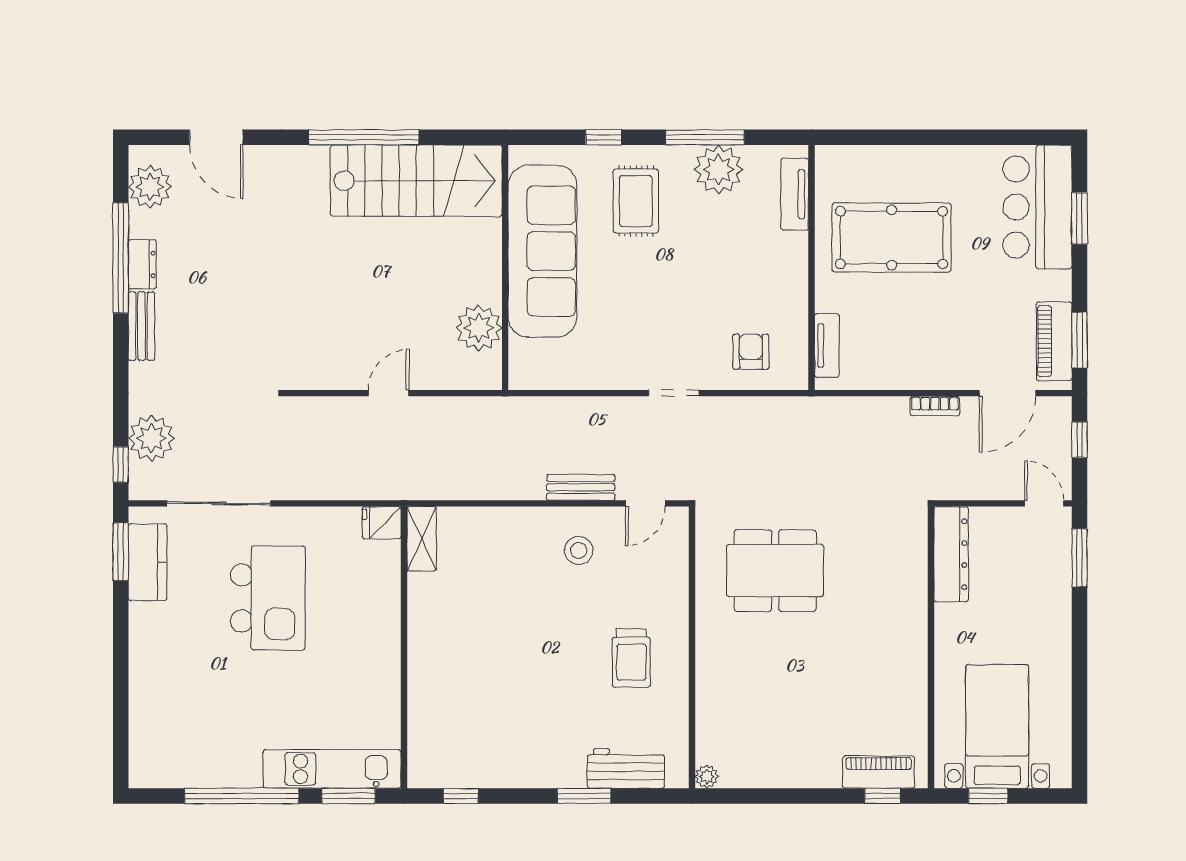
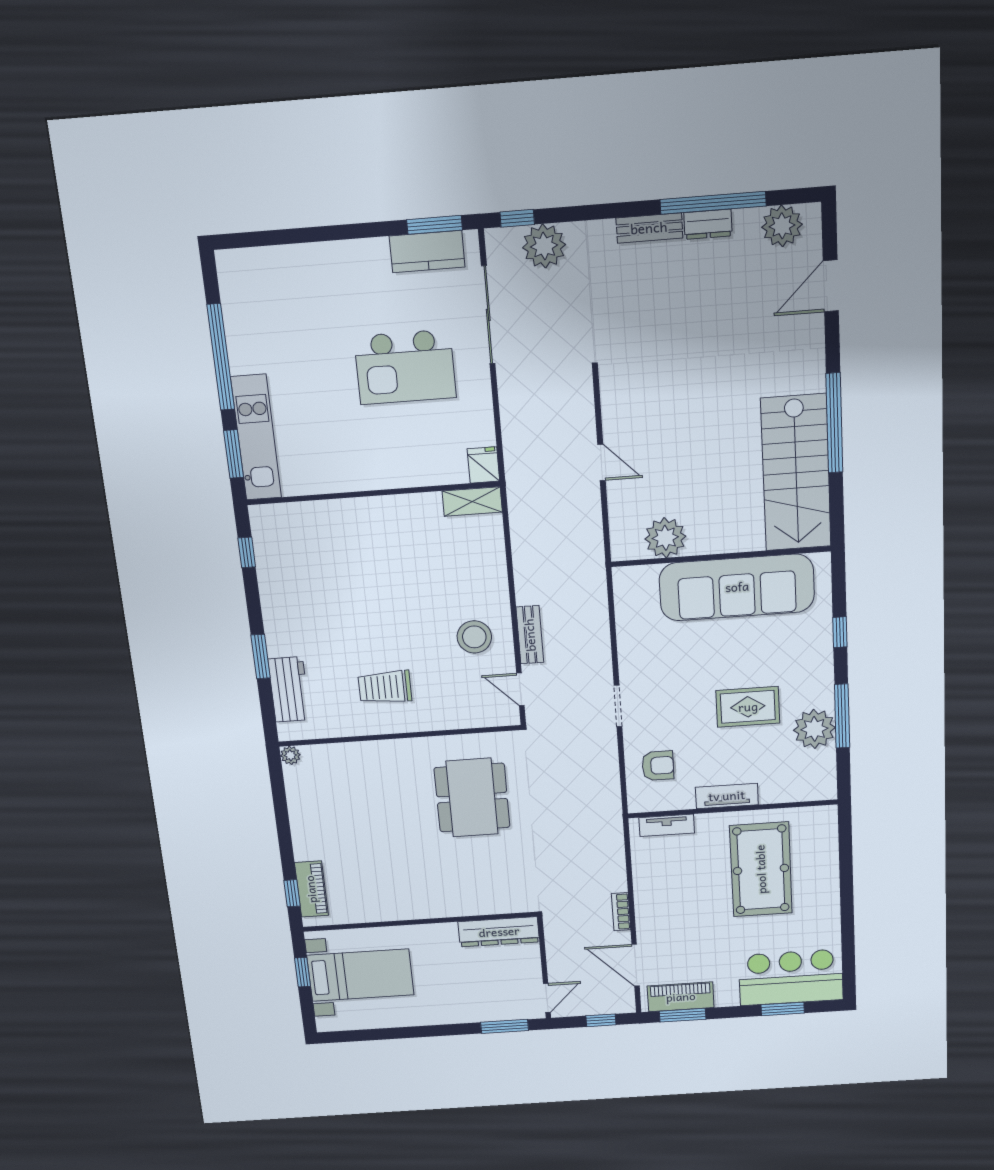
tv unit: (795, 194) -> (727, 796), moved
rug: (636, 201) -> (748, 707), moved
stool: (579, 550) -> (474, 637), width x1.38, depth x1.38

